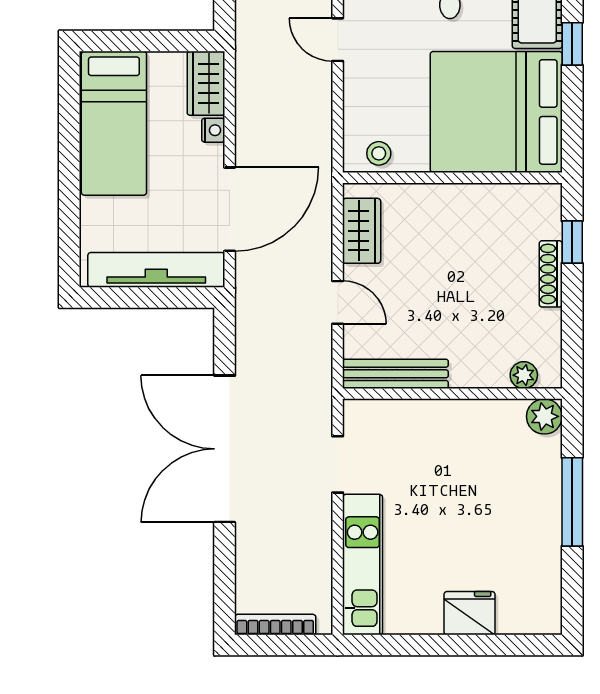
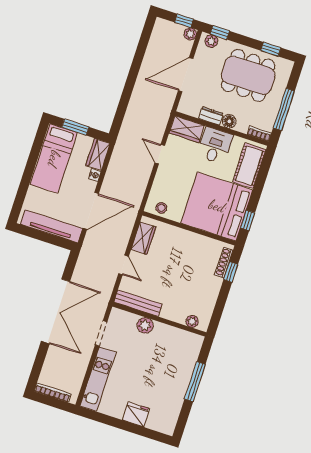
window: (138, 41) -> (75, 127), added
window: (572, 44) -> (248, 220), moved
shoe rack: (551, 274) -> (224, 262), moved
plant: (544, 416) -> (145, 325), moved
double door: (225, 449) -> (56, 311), swing flipped

